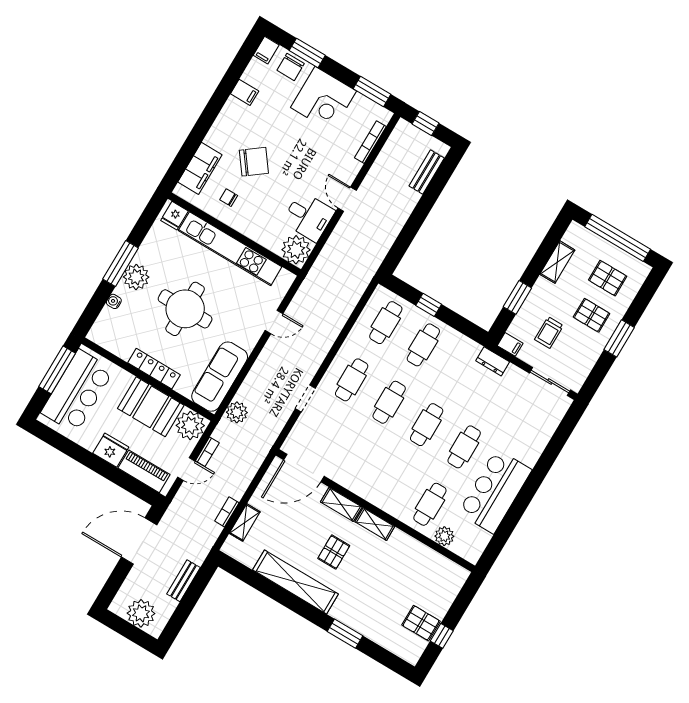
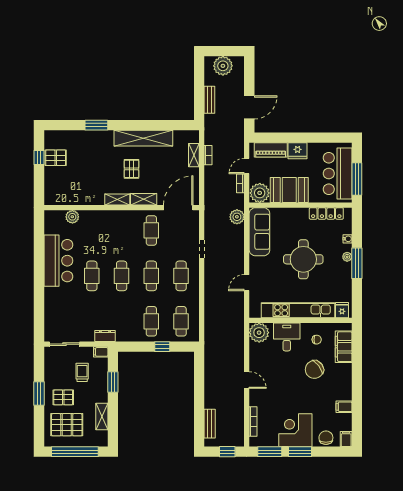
window: (307, 53) -> (300, 452), moved
desk: (308, 216) -> (287, 337), moved, turned 90
plant: (136, 277) -> (347, 257), width x0.53, depth x0.53
pallet: (608, 278) -> (67, 425), width x1.50, depth x1.42
locker: (154, 369) -> (326, 213), moved
cafe table: (430, 504) -> (151, 230), moved
door: (139, 541) -> (249, 107), width x0.73

